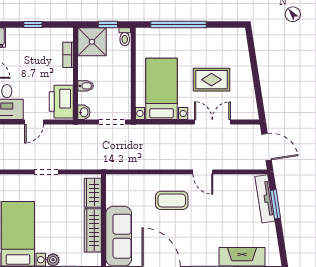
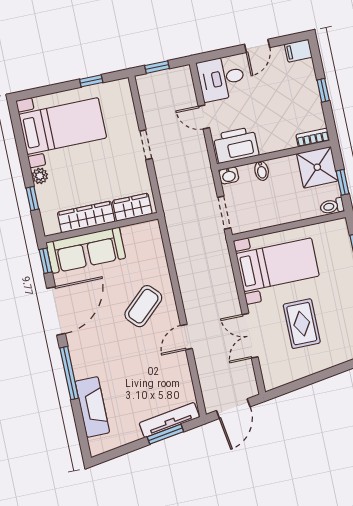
bookcase: (68, 55) -> (313, 138), moved
double door: (212, 122) -> (250, 336), swing flipped
coffee table: (172, 200) -> (143, 306), turned 47

